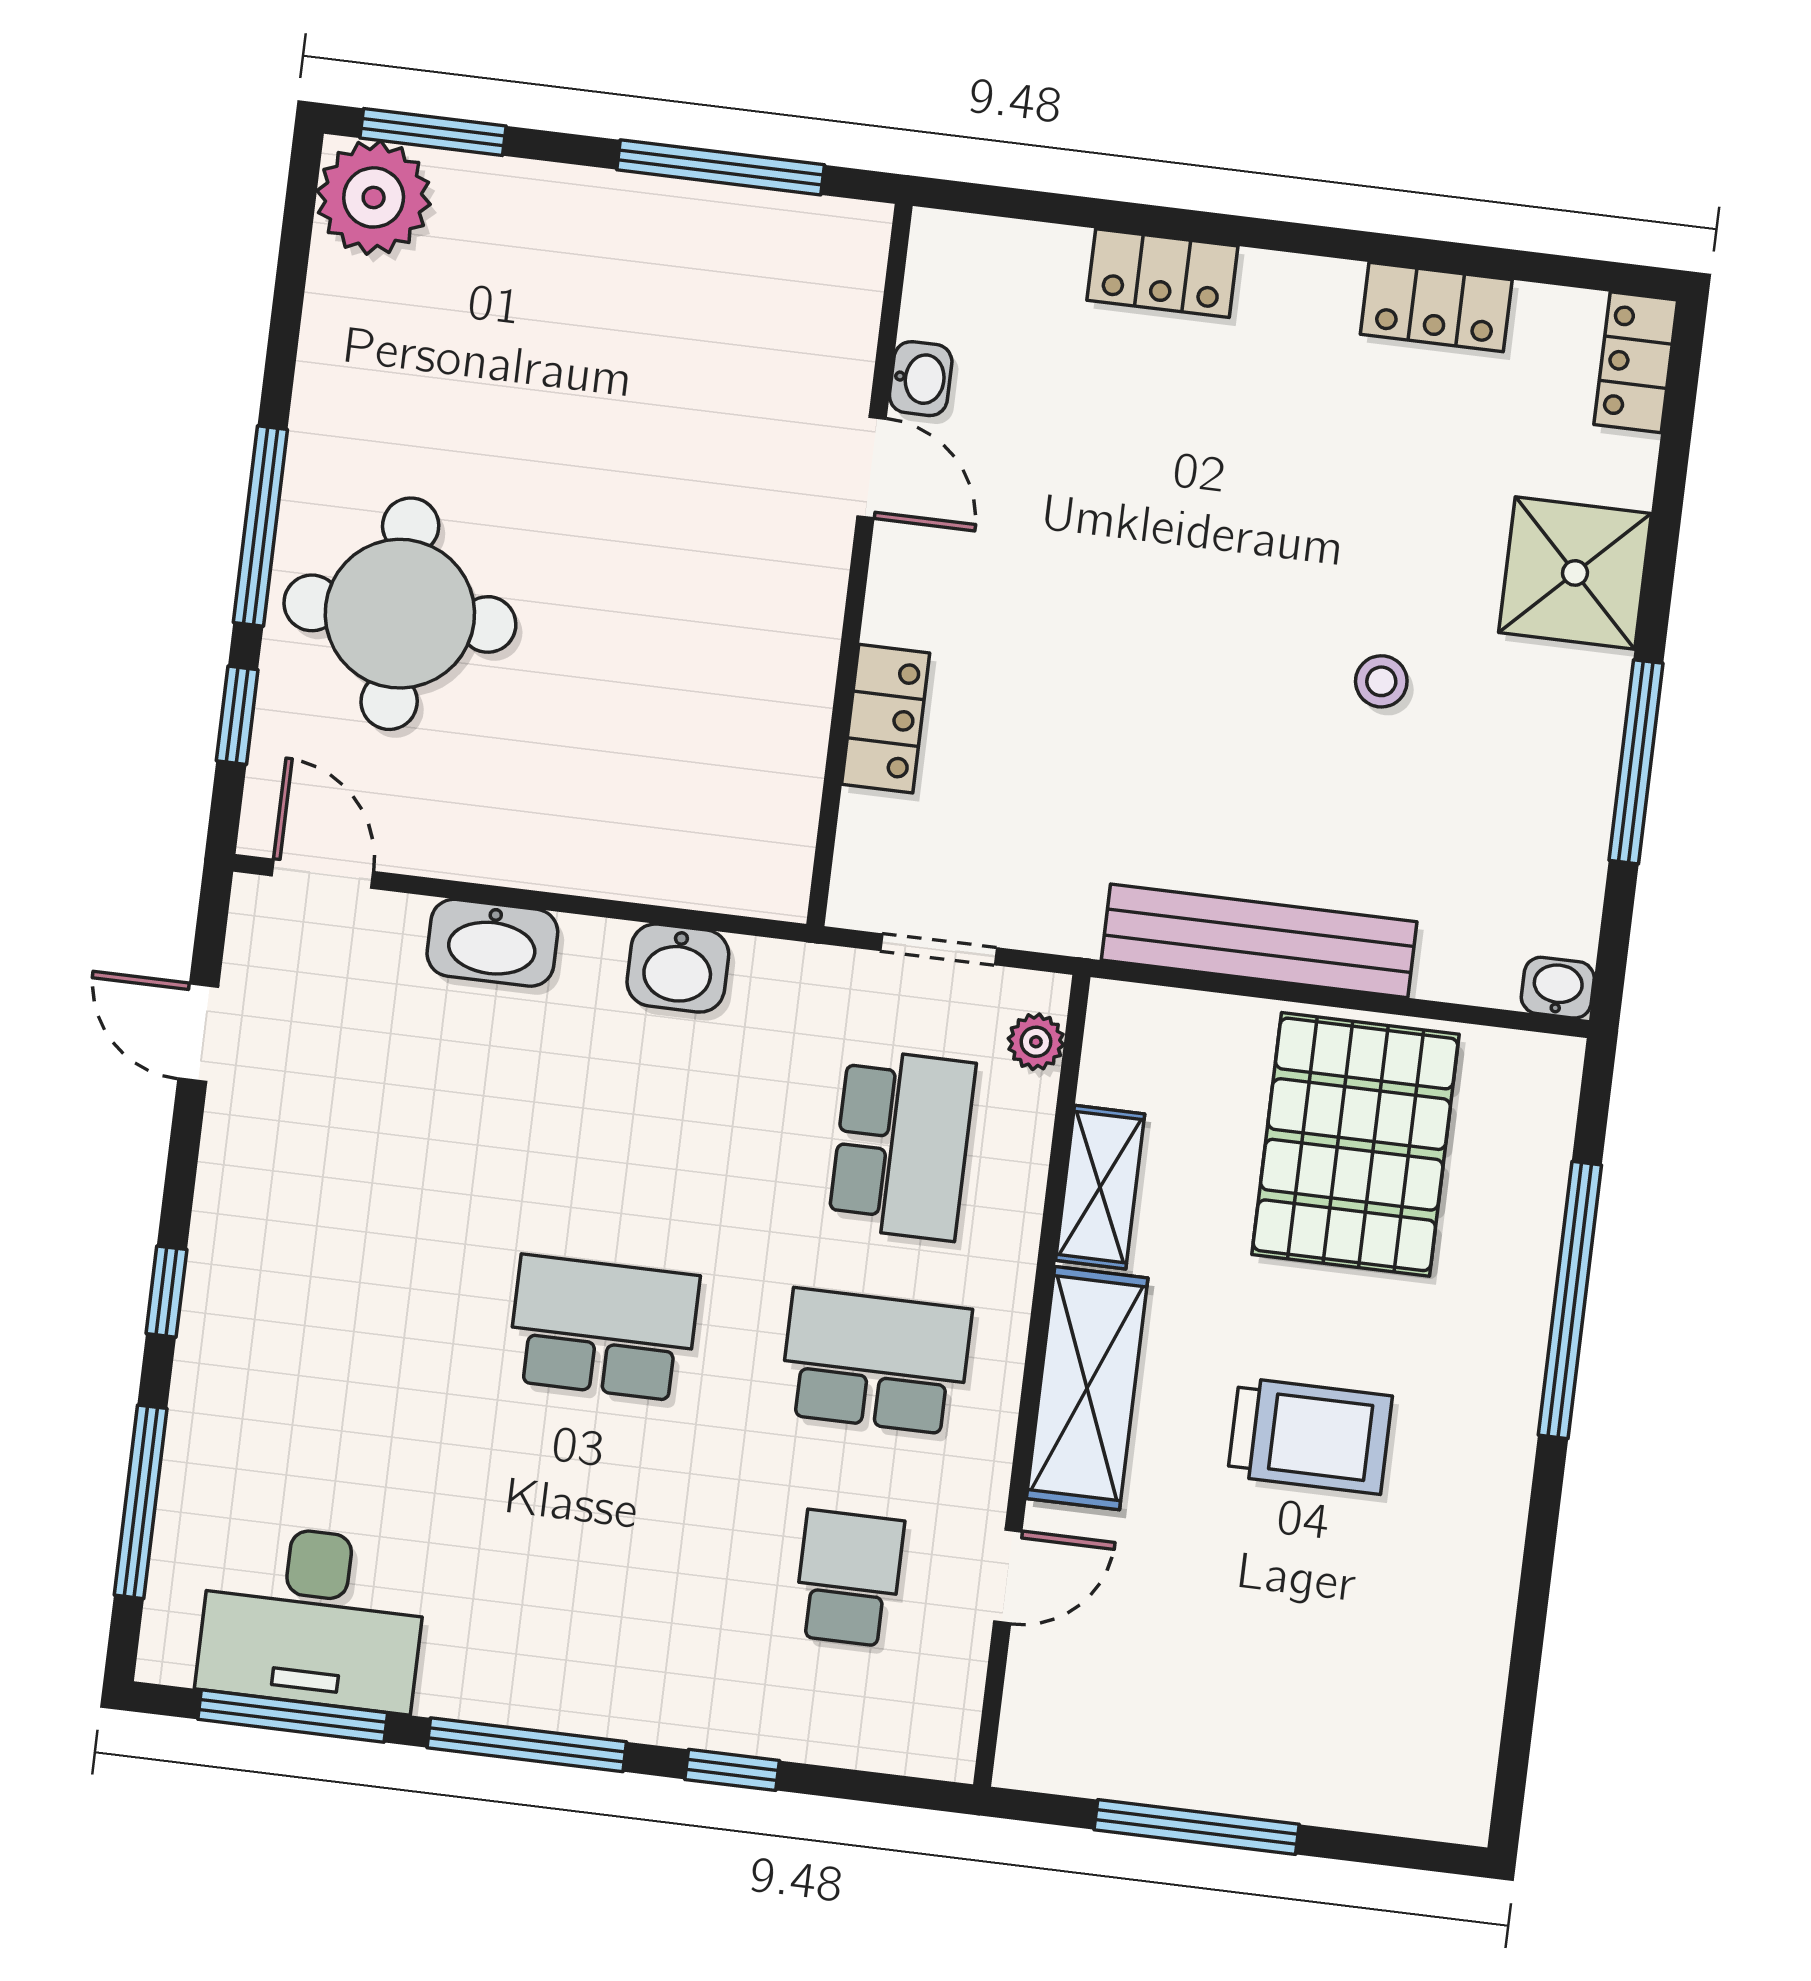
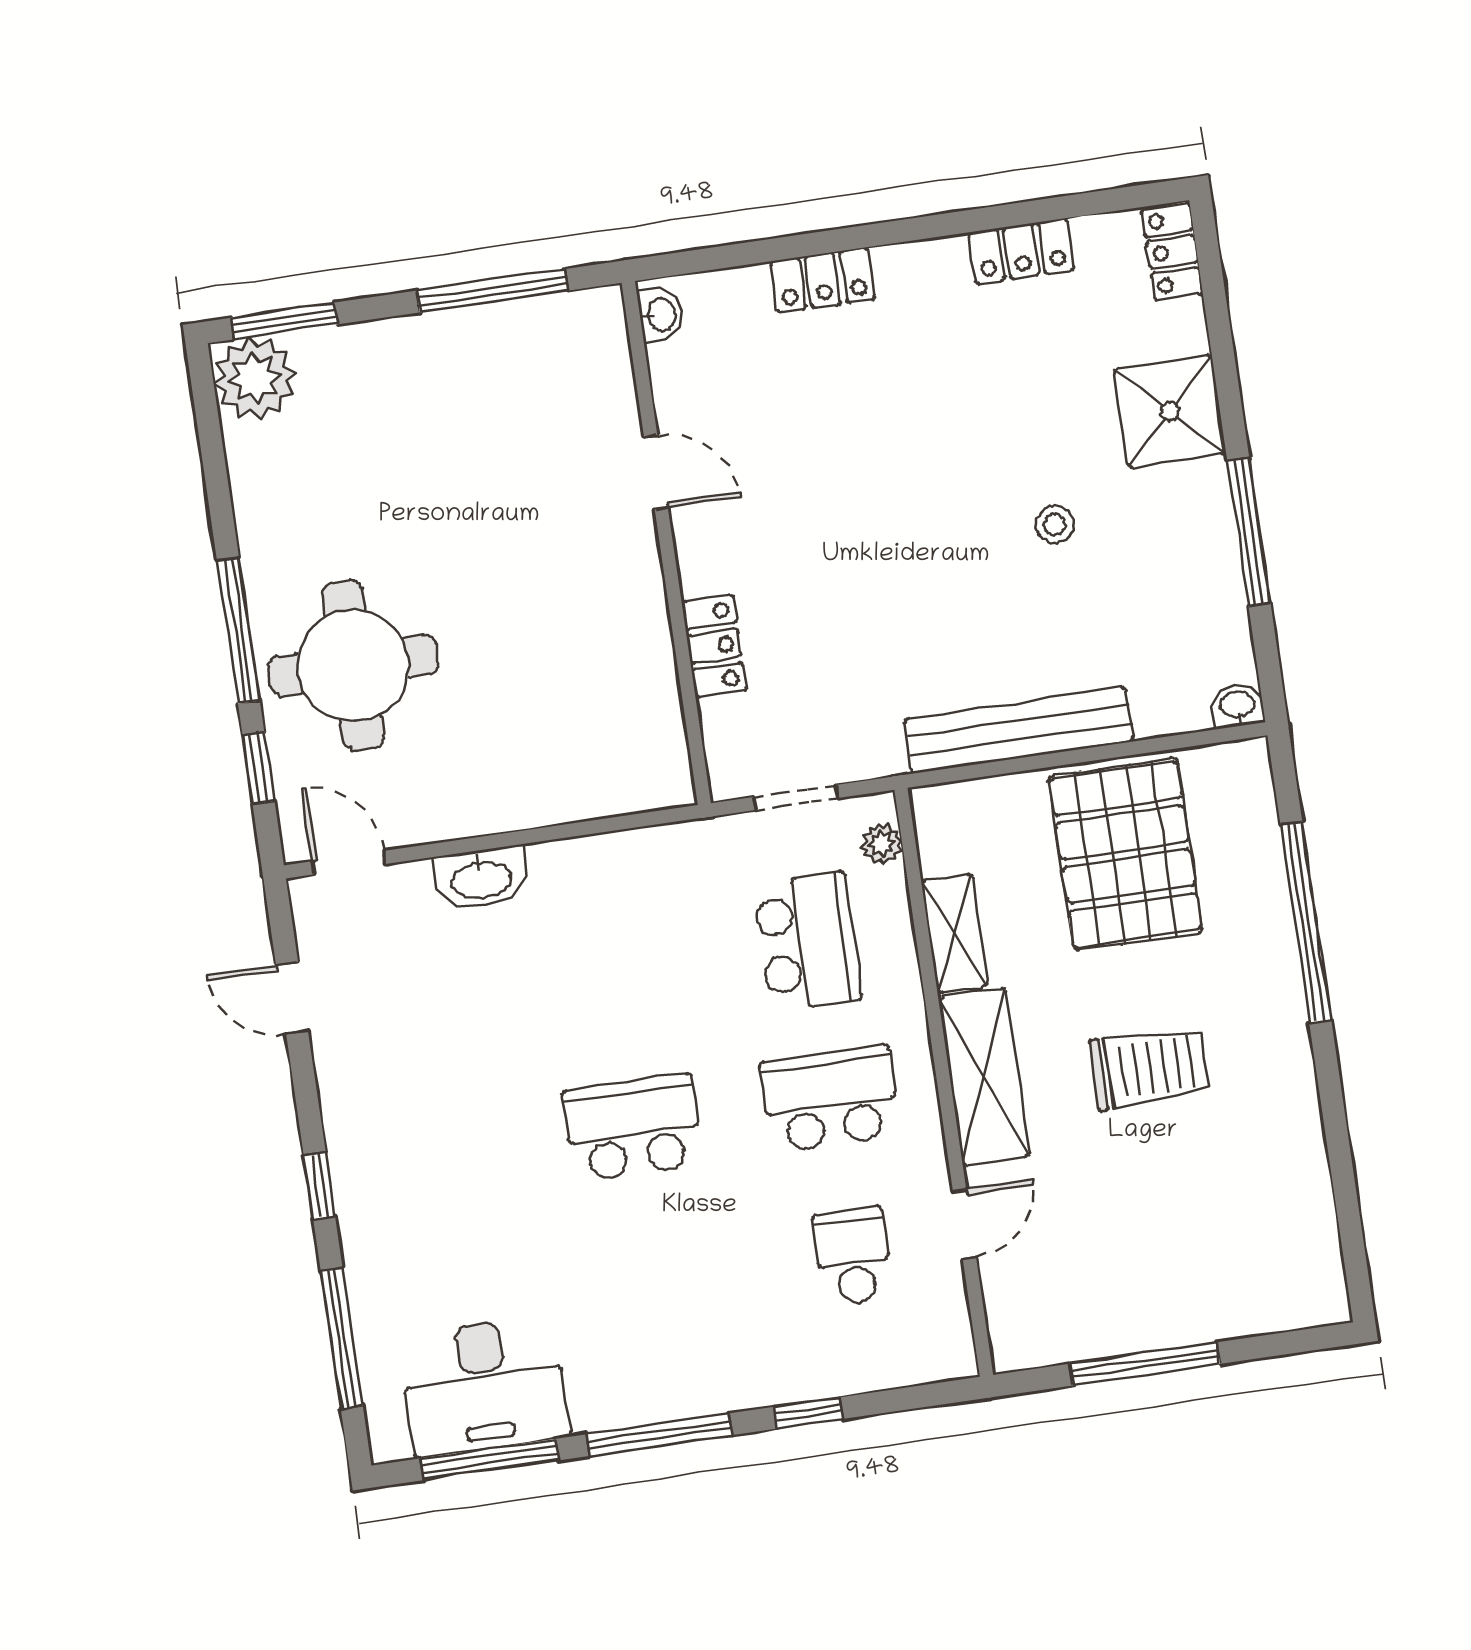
washbasin: (921, 379) -> (661, 315), moved
washbasin: (678, 968) -> (616, 861), removed

